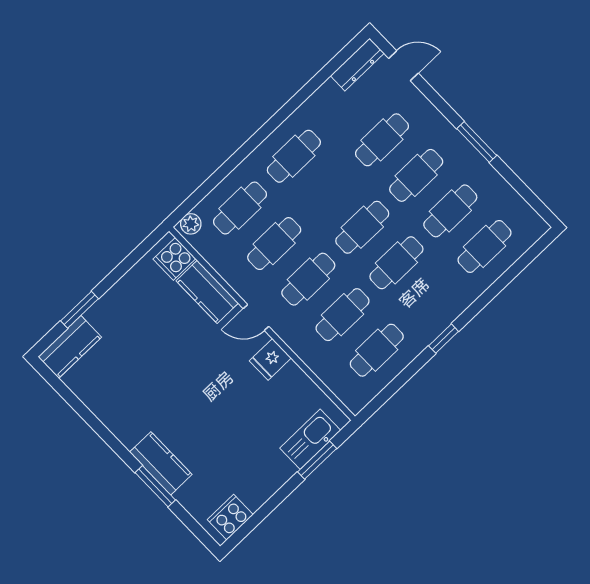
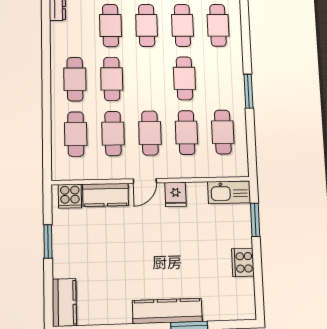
plant: (191, 224) -> (59, 169), removed
cafe table: (362, 227) -> (112, 79), moved
window: (80, 310) -> (48, 241), moved
window: (444, 339) -> (249, 91), width x1.50
kitchen sink: (310, 439) -> (229, 192), moved, turned -90
kitchen counter: (161, 463) -> (167, 311), width x1.50
cooker: (230, 517) -> (243, 262), moved

